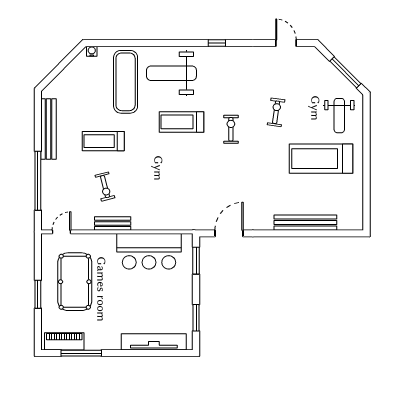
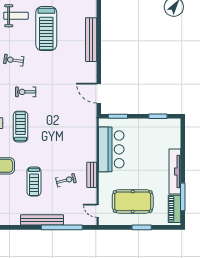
treadmill: (182, 122) -> (21, 127), turned 180
bench: (49, 129) -> (42, 220), moved
tv unit: (154, 342) -> (175, 172), moved

